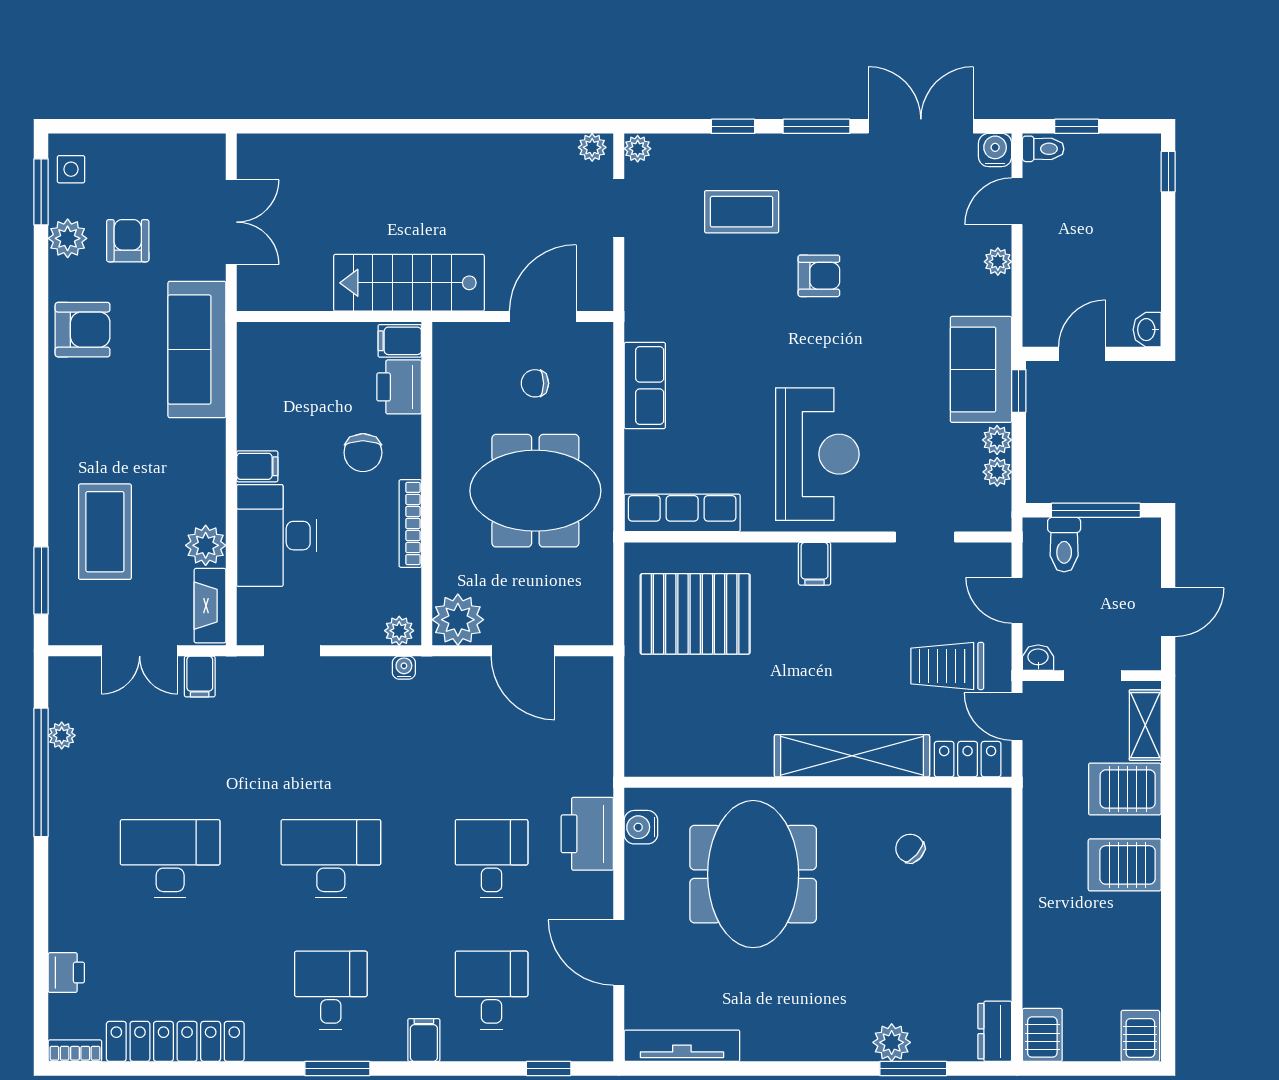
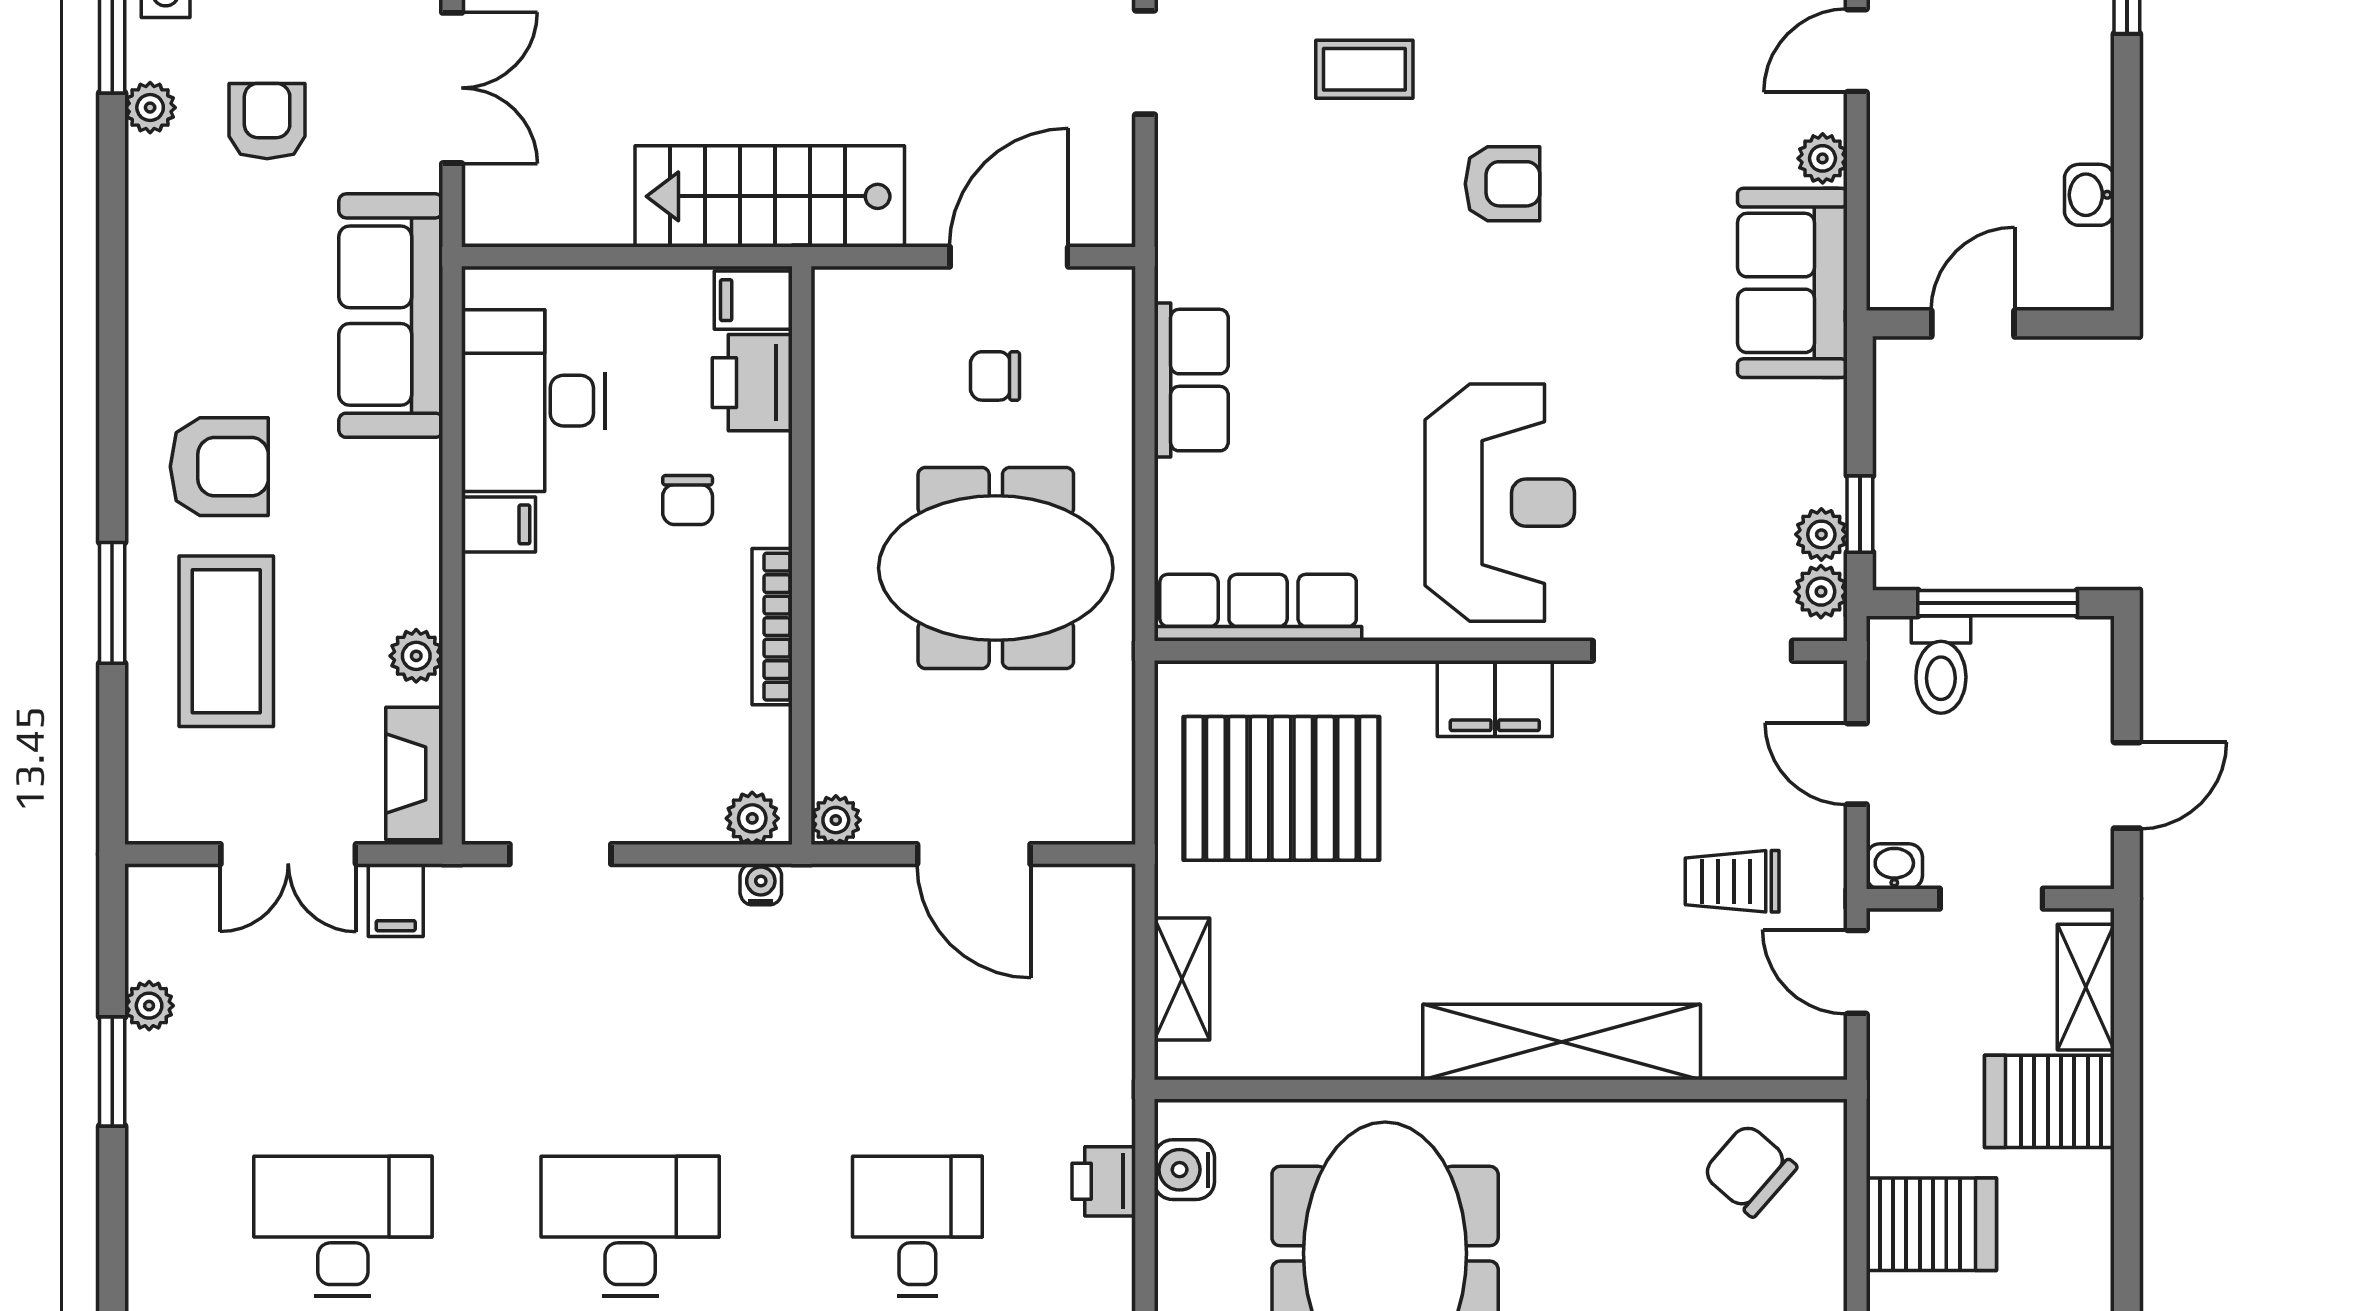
coffee table: (742, 212) -> (1364, 69), width x0.73, depth x0.77
plant: (68, 238) -> (150, 108), width x0.73, depth x0.73
armchair: (83, 330) -> (219, 467), moved
washbasin: (1147, 330) -> (2089, 195), moved
sofa: (981, 369) -> (1792, 283), moved
window: (1019, 391) -> (1860, 514), moved
plant: (997, 440) -> (1821, 592), moved
chair: (363, 453) -> (688, 500), width x0.73, depth x0.73
desk: (277, 536) -> (533, 401), moved
doorway: (925, 537) -> (1692, 651), width x1.87
plant: (206, 545) -> (416, 656), width x0.73, depth x0.73
filing cabinet: (815, 564) -> (1495, 698), width x2.00
window: (41, 580) -> (112, 603), moved
plant: (458, 620) -> (836, 820), width x0.53, depth x0.53
trolley: (947, 666) -> (1732, 881), width x0.73, depth x0.72
shelving: (640, 721) -> (1182, 979), added
locker: (968, 759) -> (1768, 1048), removed
window: (41, 772) -> (112, 1071), width x0.47
printer: (587, 834) -> (1104, 1181), width x0.53, depth x0.68
chair: (910, 848) -> (1750, 1170), moved, width x1.37, depth x1.37
server rack: (1125, 865) -> (1931, 1224), moved, turned 180

